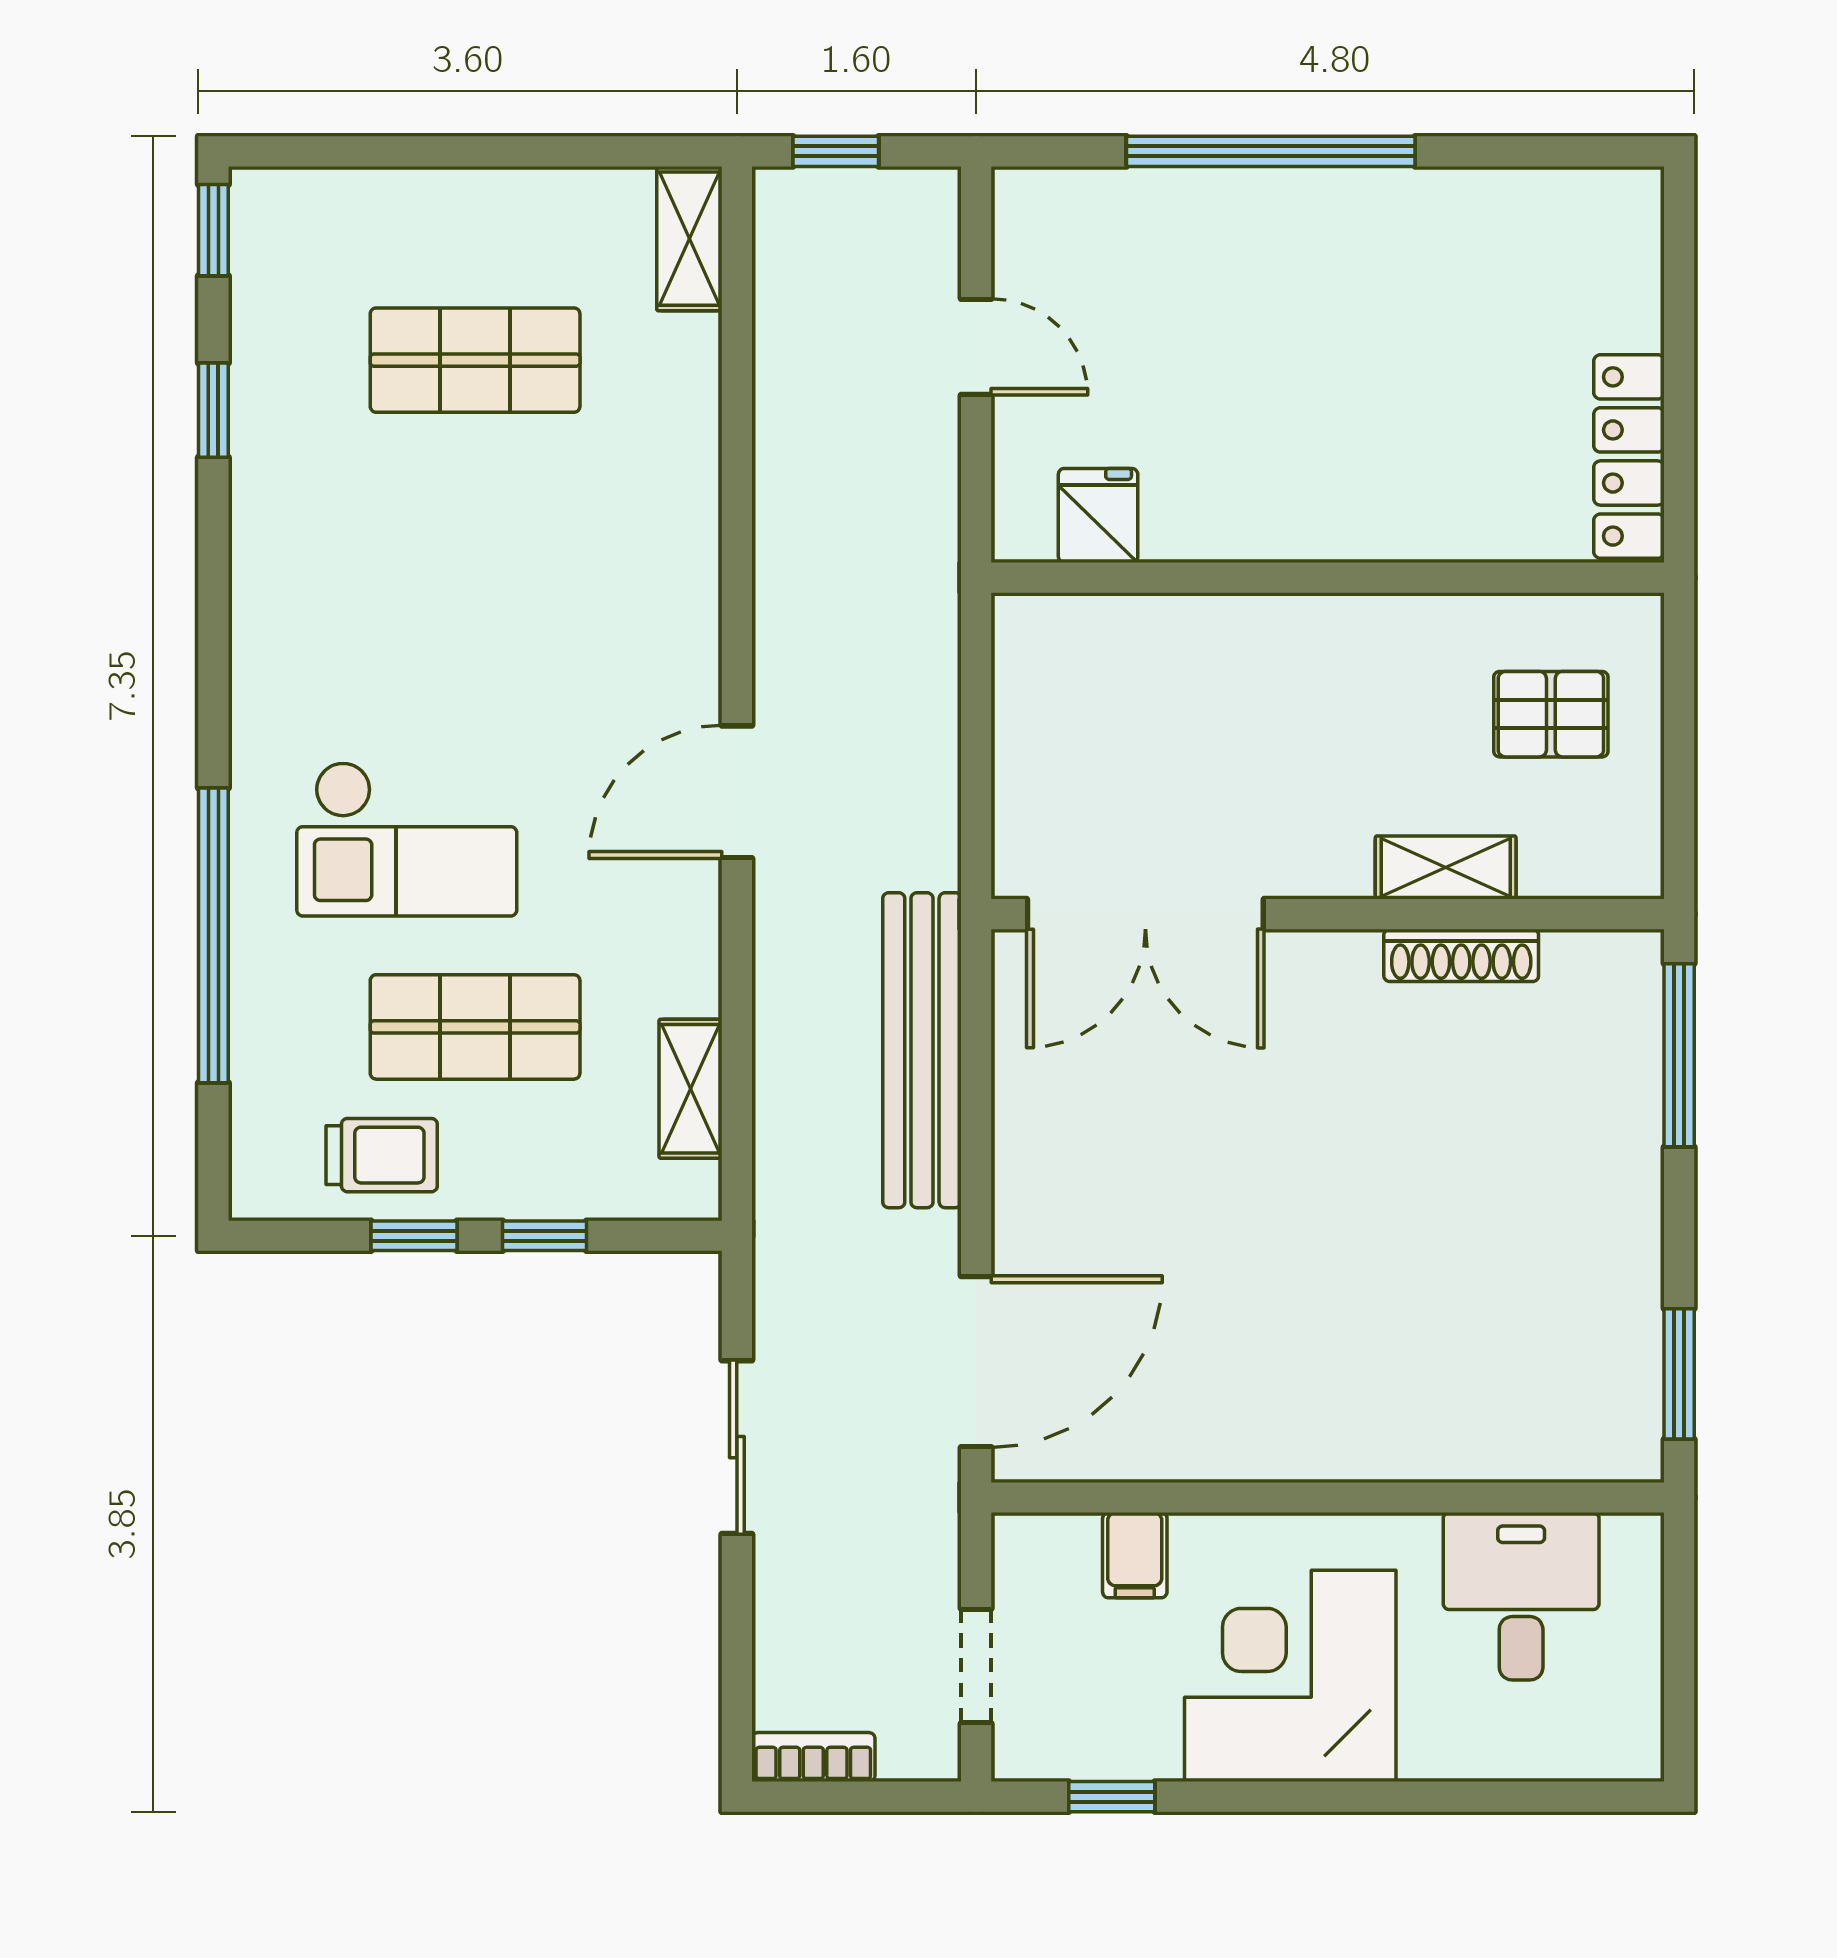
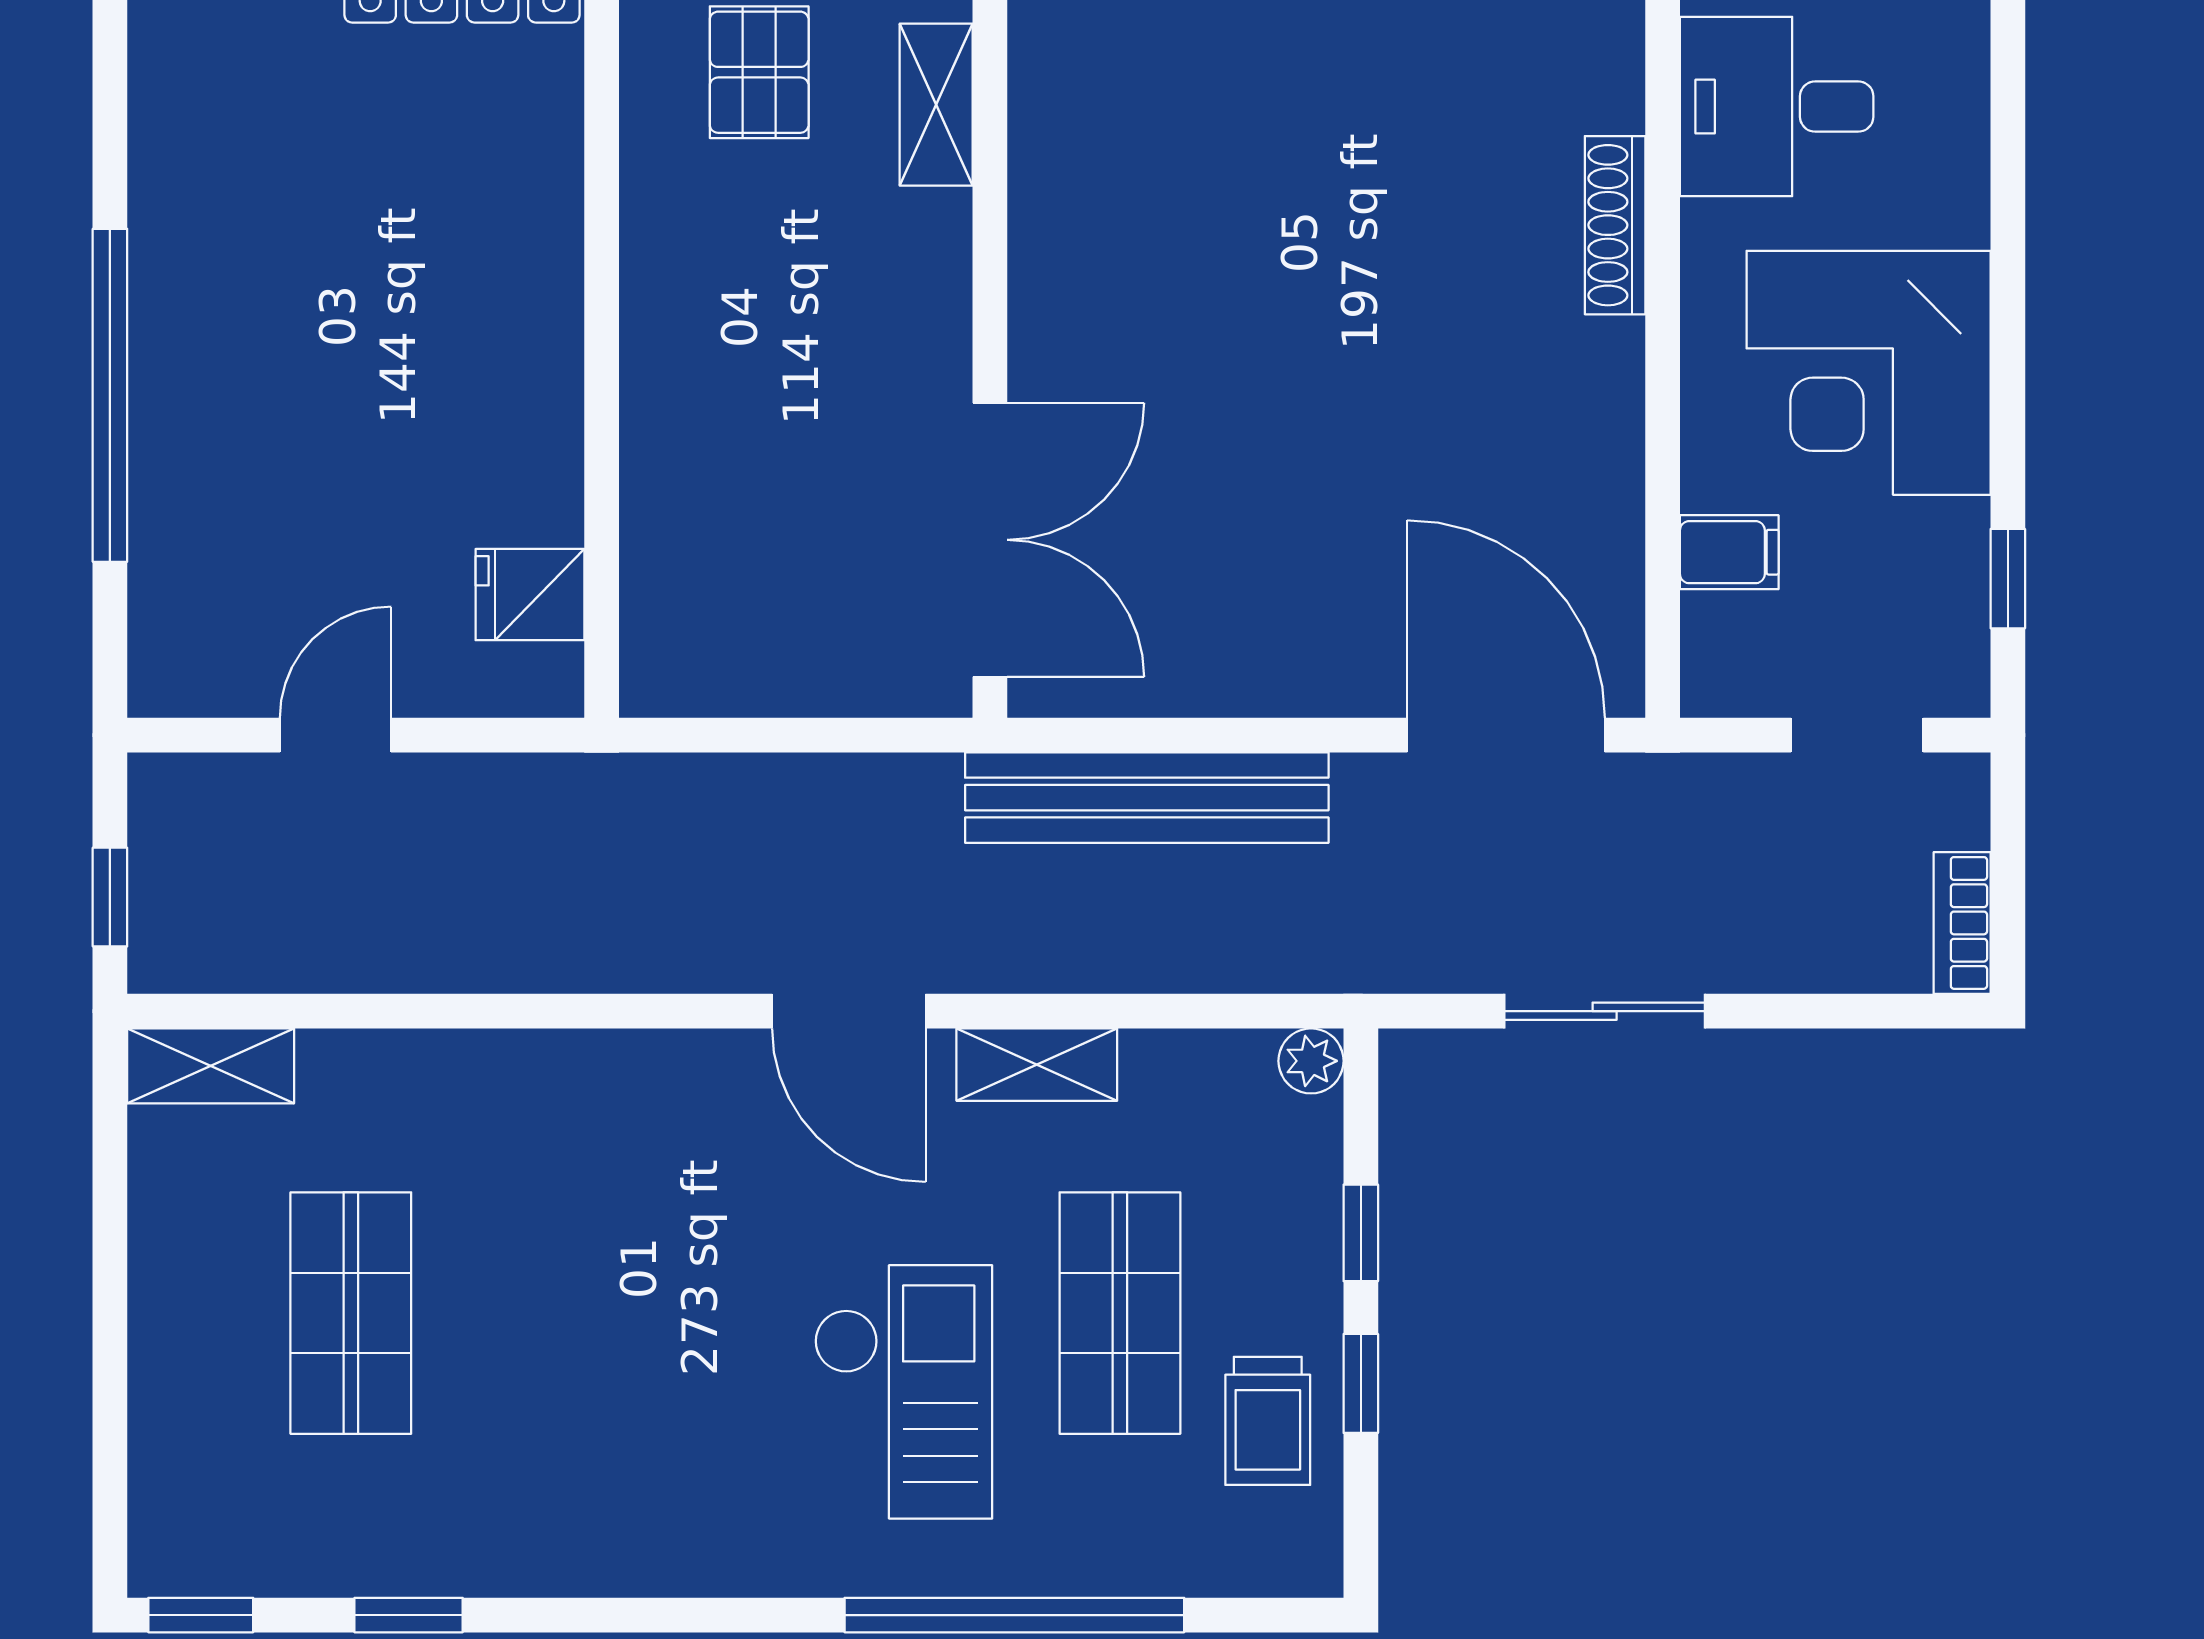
shelving: (1446, 868) -> (936, 105), moved
shoe rack: (1461, 955) -> (1615, 225), moved, turned 180
shelving: (691, 1089) -> (1037, 1065), moved
trolley: (382, 1155) -> (1268, 1421), turned 180
plant: (694, 1193) -> (1311, 1061), added

